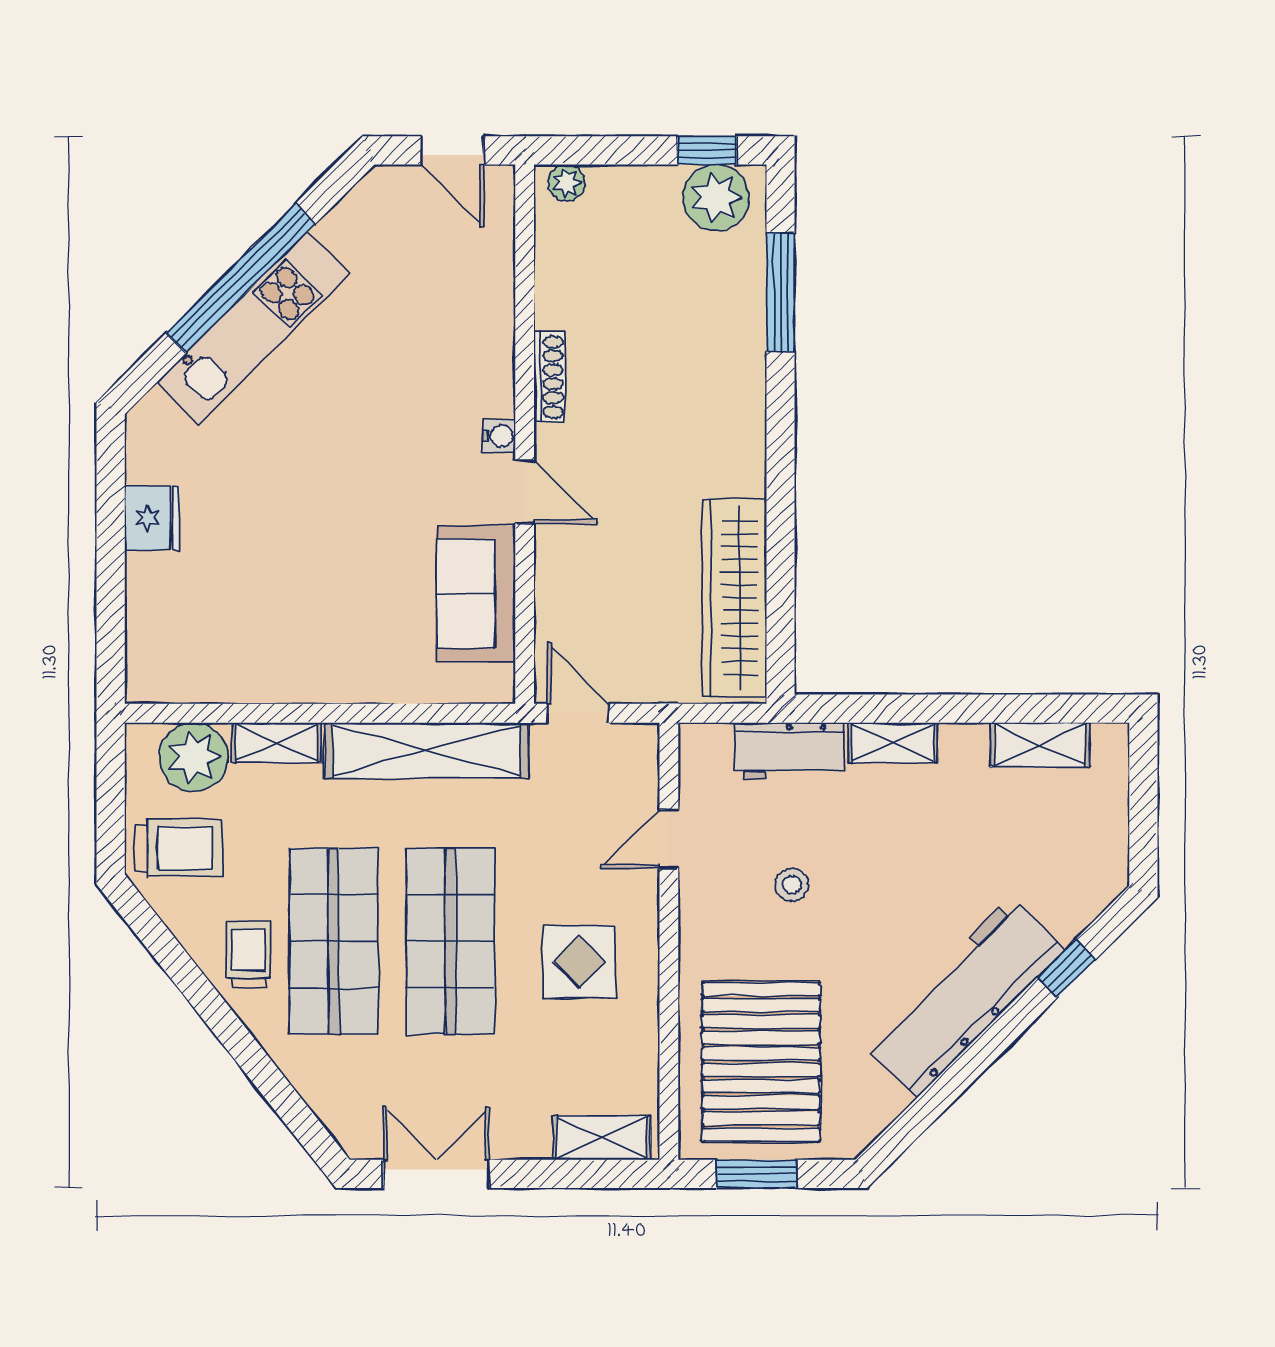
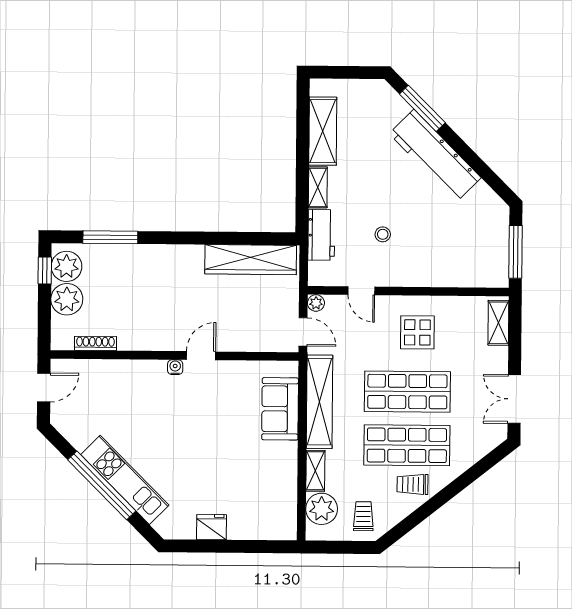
plant: (567, 183) -> (67, 299), moved, width x1.87, depth x1.87
shoe rack: (549, 377) -> (95, 343), moved
sofa: (476, 593) -> (280, 409), moved, turned 90
door: (578, 713) -> (303, 332), swing flipped
plant: (641, 741) -> (316, 303), added
shelving: (1040, 745) -> (323, 131), width x1.50, depth x1.33
trolley: (179, 848) -> (363, 516), width x0.73, depth x0.72
window: (1066, 968) -> (422, 108), width x2.17
pallet: (761, 1062) -> (464, 249), removed
window: (756, 1174) -> (516, 252), width x1.44

